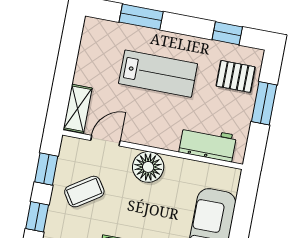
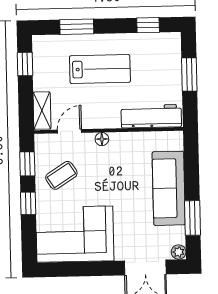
window: (69, 48) -> (25, 64), added
pallet: (236, 76) -> (162, 58), removed
workbench: (208, 144) -> (151, 116), width x1.38
floor lamp: (148, 167) -> (102, 139), width x0.53, depth x0.53

